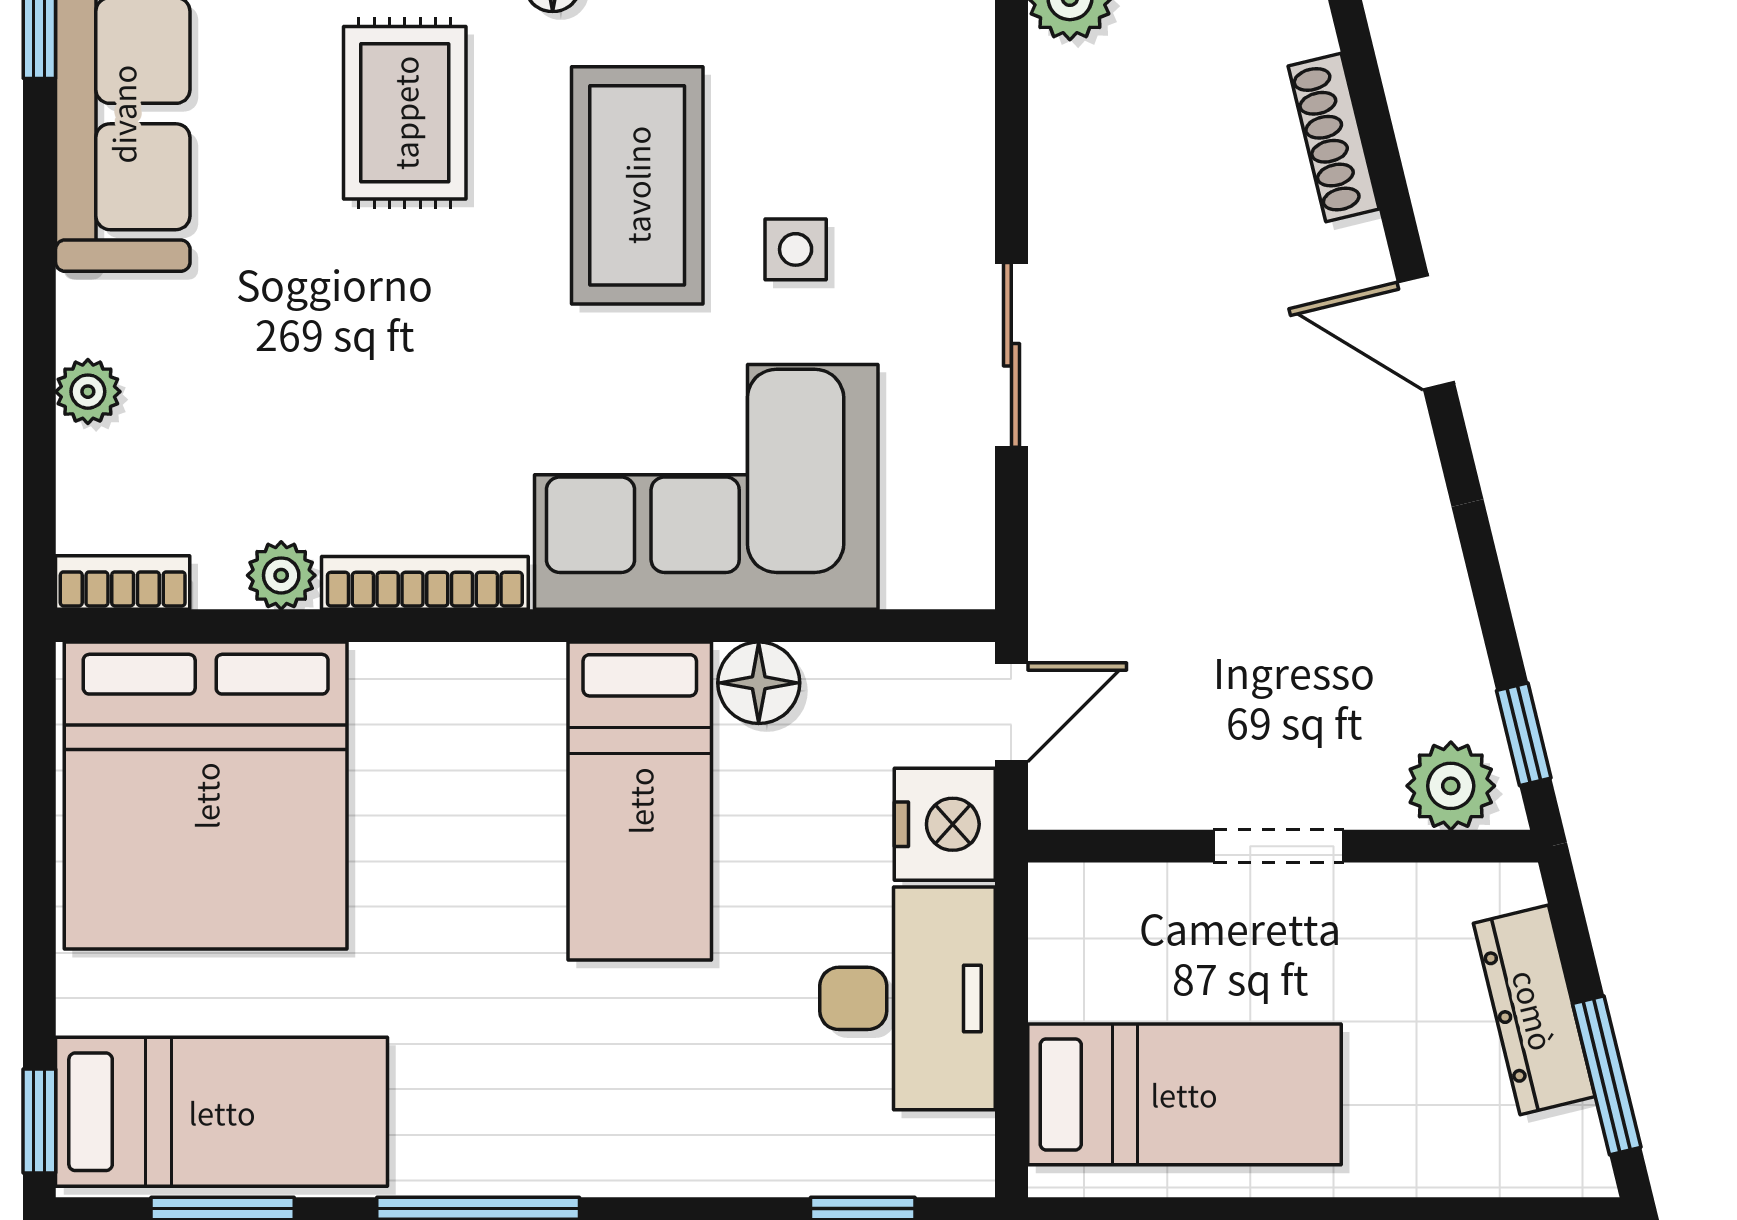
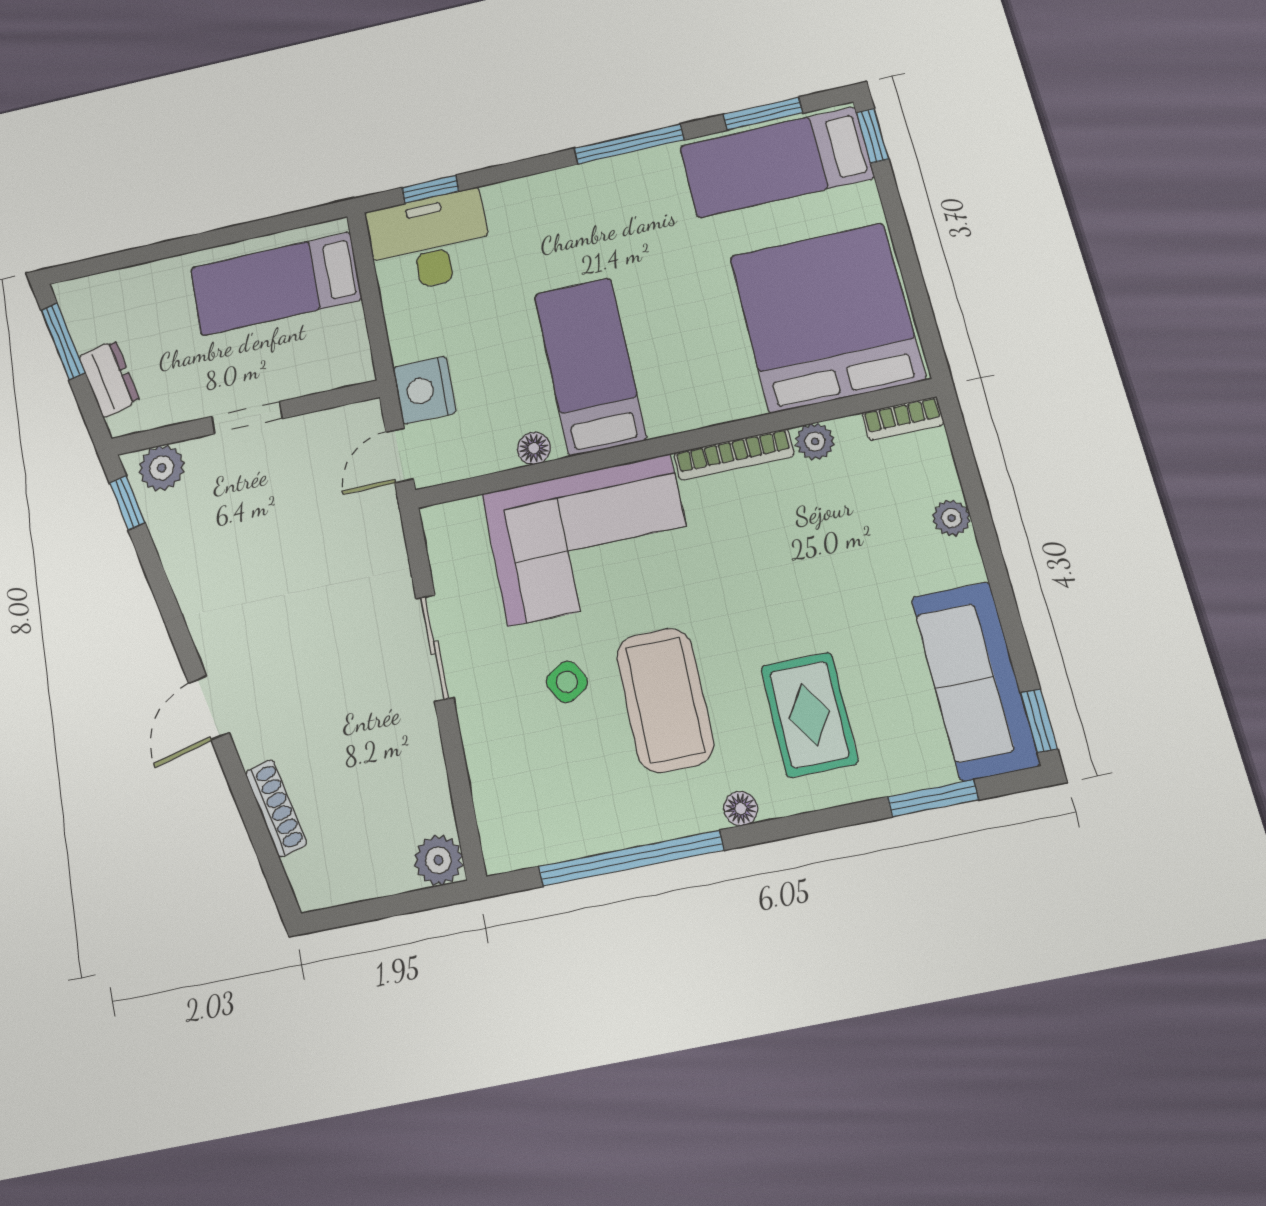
side table: (796, 249) -> (567, 682), turned -30
door: (1426, 332) -> (209, 708), swing flipped
floor lamp: (759, 683) -> (534, 448), width x0.73, depth x0.73
desk: (908, 998) -> (429, 241), moved, turned 90
dresser: (1534, 1010) -> (109, 379), width x0.70

